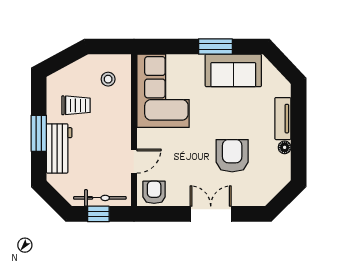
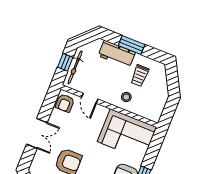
stool: (108, 79) -> (126, 97), moved
armchair: (154, 192) -> (65, 103), turned 90

